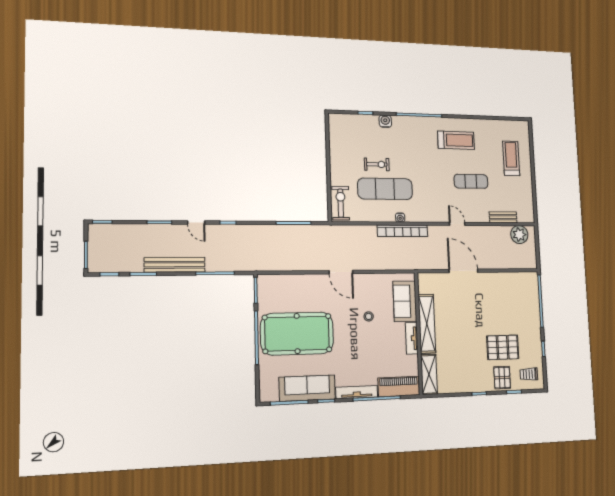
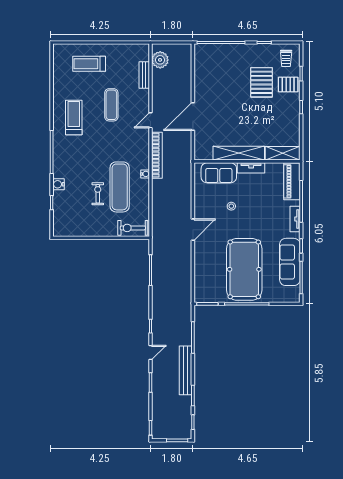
bookcase: (403, 231) -> (157, 155), moved
tv unit: (357, 392) -> (295, 219), width x0.71

